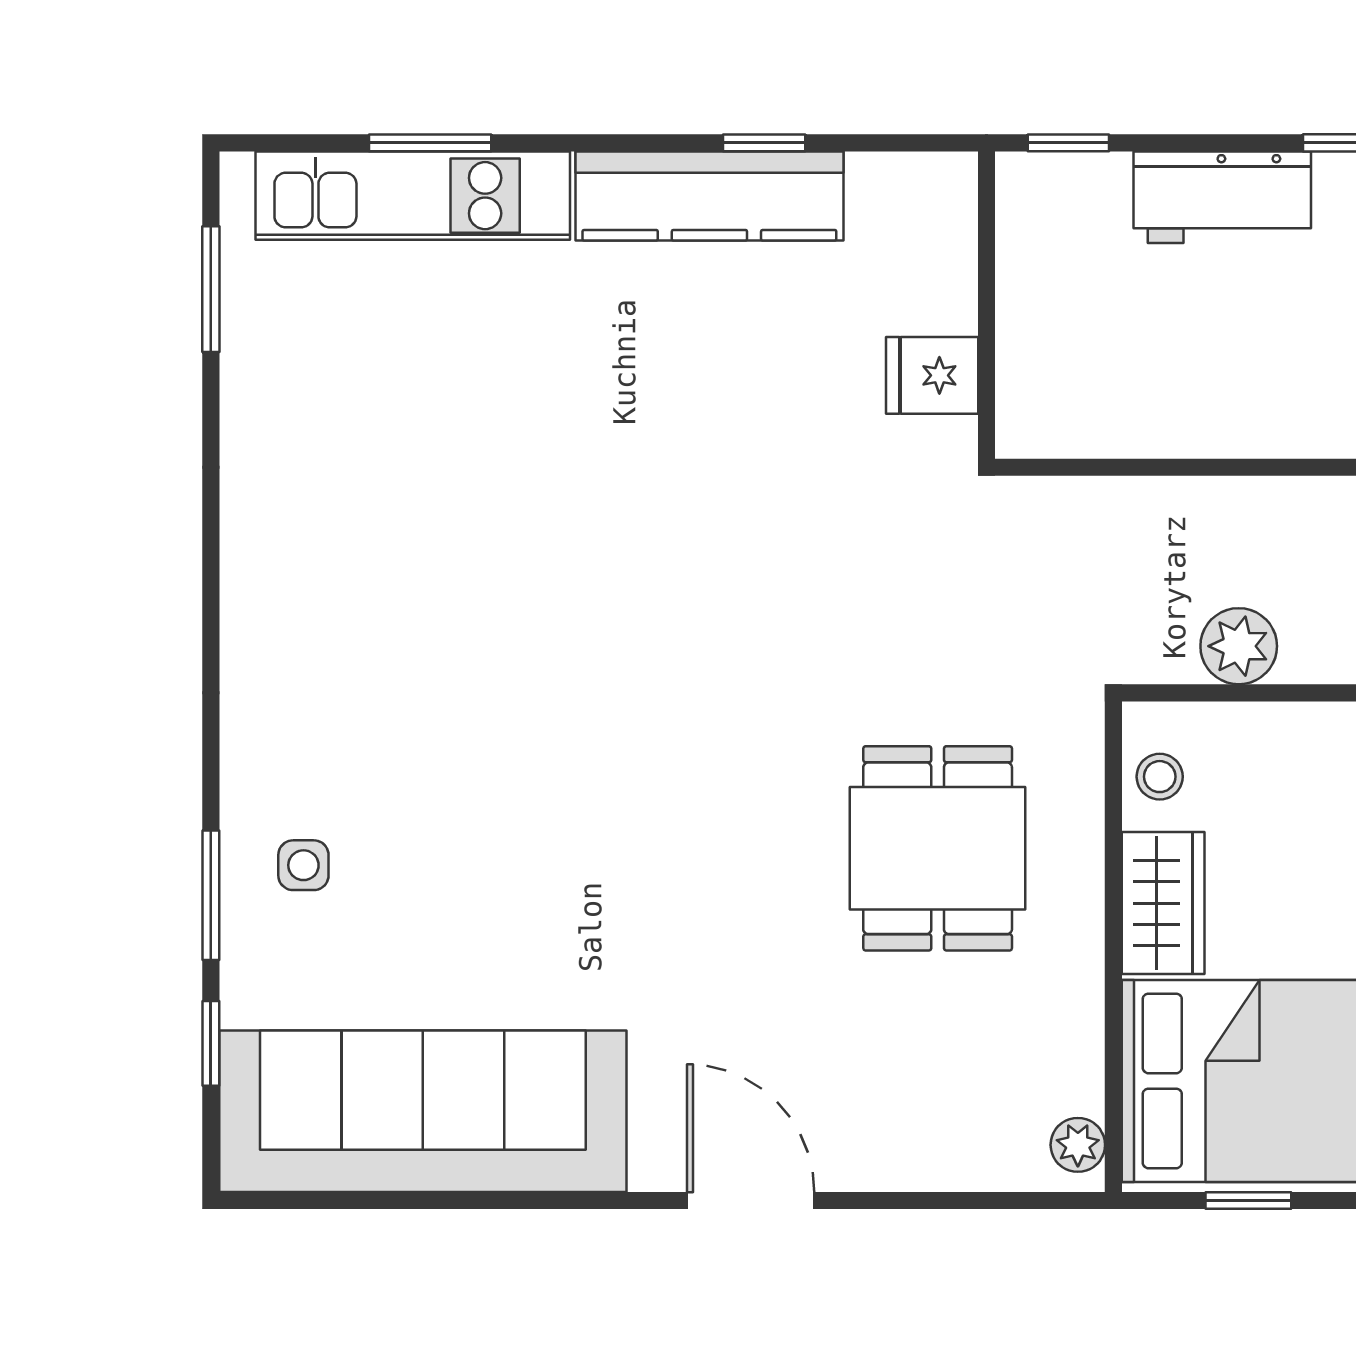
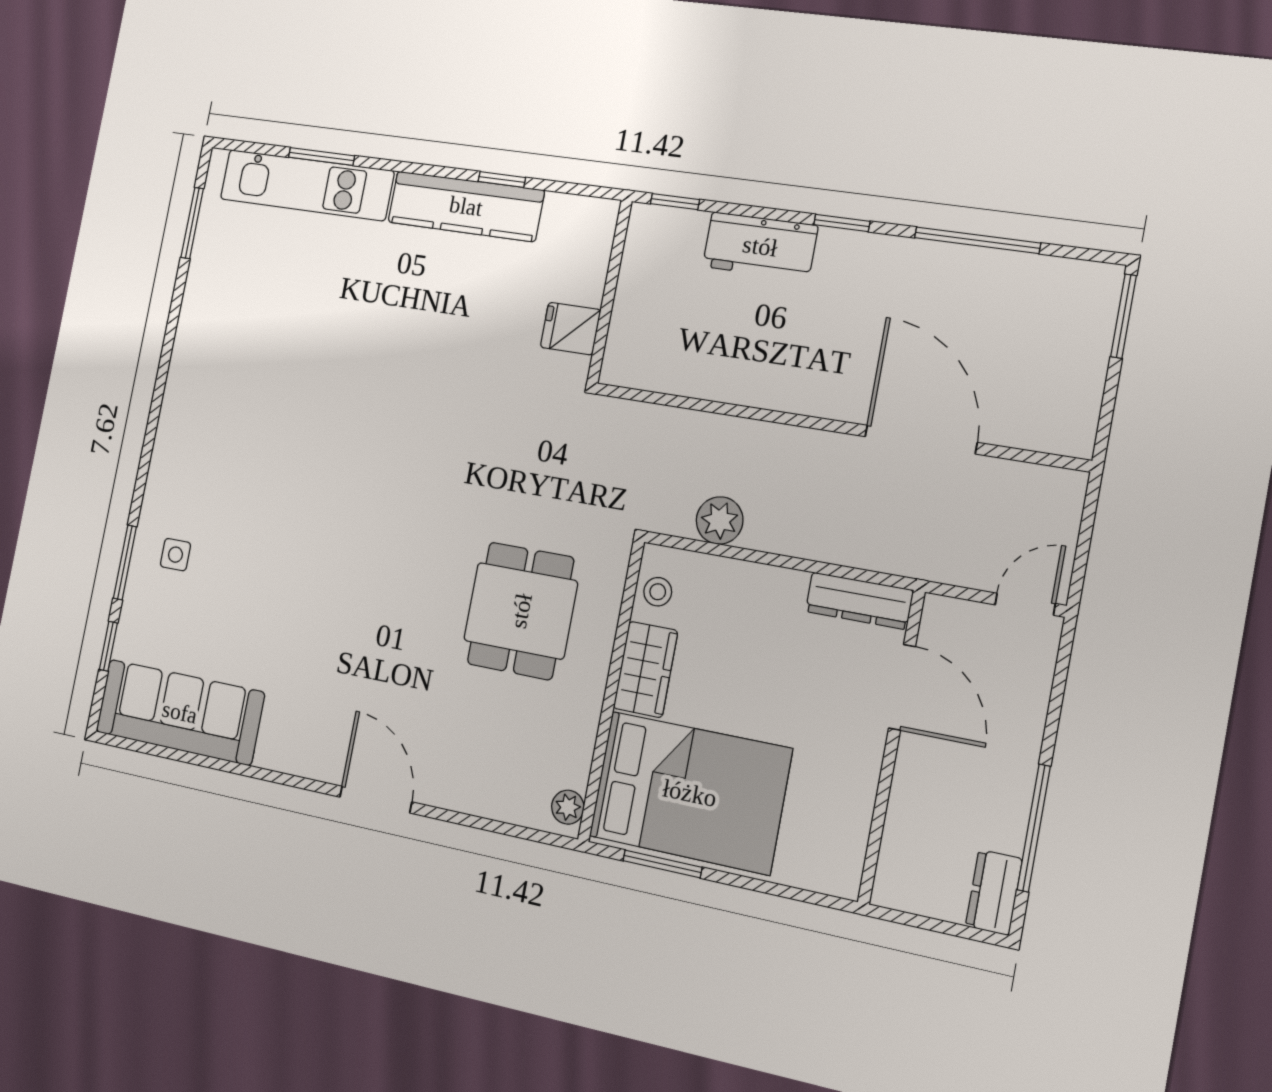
sofa: (423, 1111) -> (180, 712), width x0.74, depth x0.79
window: (1248, 1200) -> (662, 864), width x1.50

